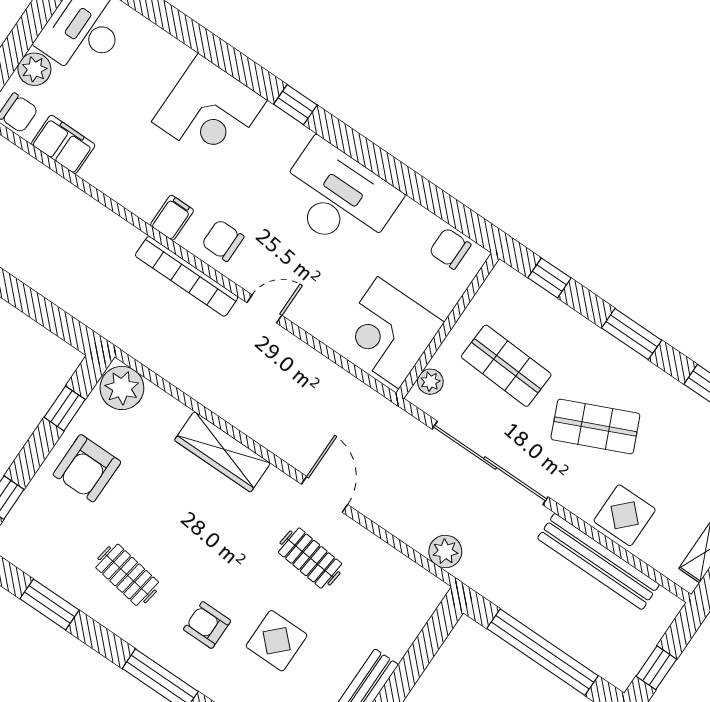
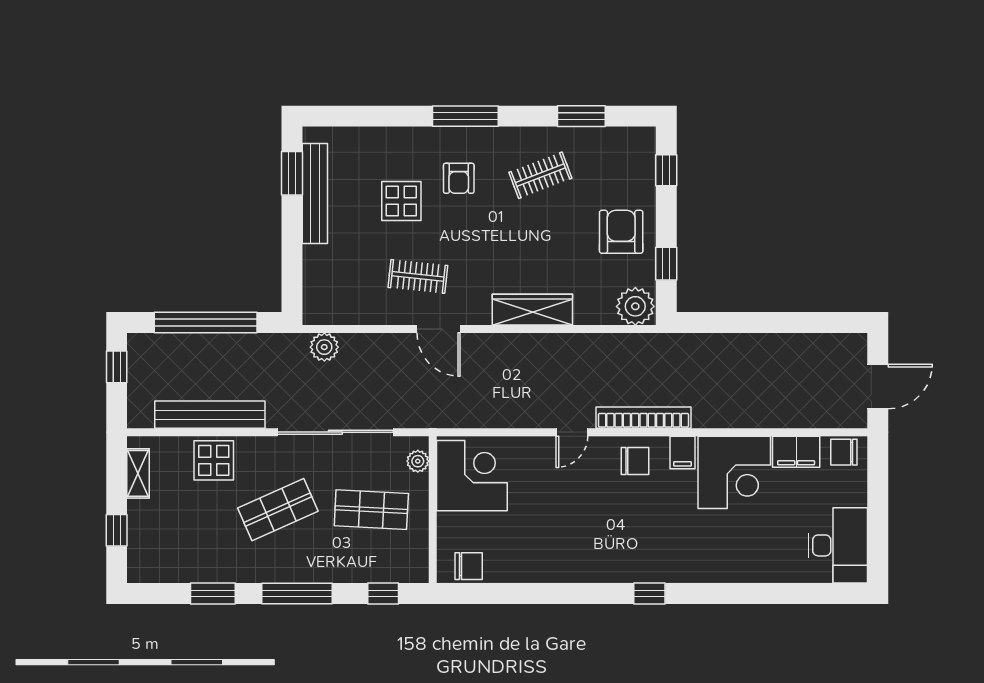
plant: (34, 69) -> (853, 492), removed
corner desk: (209, 111) -> (734, 472), moved, turned 180
desk: (338, 198) -> (574, 548), removed
window: (632, 334) -> (297, 593), width x1.44
clothes rail: (127, 575) -> (540, 175), turned -30
armchair: (207, 625) -> (459, 178), turned 90

